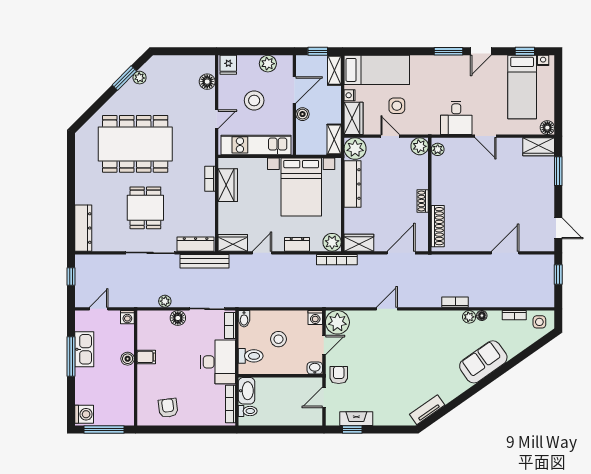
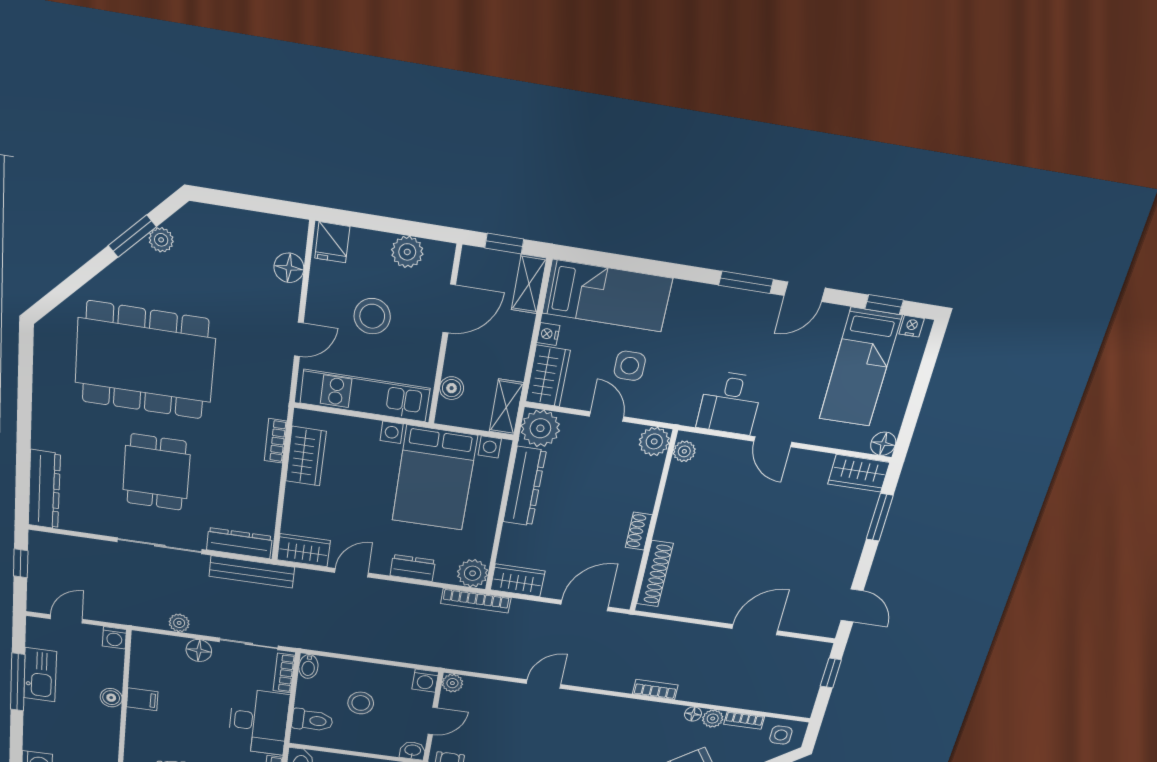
boiler: (302, 114) -> (452, 388), moved
plant: (469, 317) -> (713, 719), moved
plant: (337, 322) -> (452, 683), width x0.53, depth x0.53

